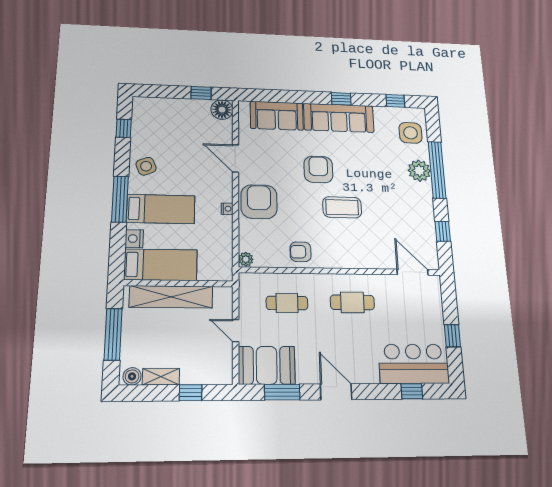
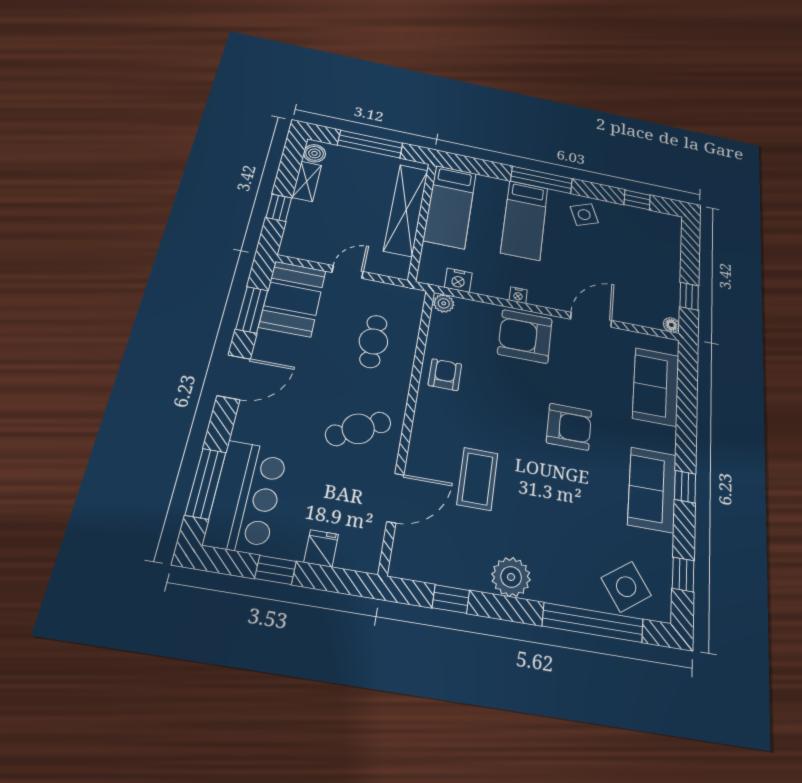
floor lamp: (222, 110) -> (671, 325), width x0.53, depth x0.53
sofa: (339, 118) -> (652, 490), width x0.73
side table: (411, 133) -> (626, 587), turned -35
window: (437, 170) -> (593, 623), moved
plant: (419, 171) -> (511, 577), moved
armchair: (259, 202) -> (525, 336), turned 180
coffee table: (342, 207) -> (477, 479), moved
nightstand: (134, 239) -> (458, 280), moved, turned 180
door: (413, 272) -> (395, 498), moved
cafe table: (352, 302) -> (358, 429), turned 62
fridge: (433, 311) -> (321, 548), added
window: (412, 391) -> (206, 484), width x2.17

